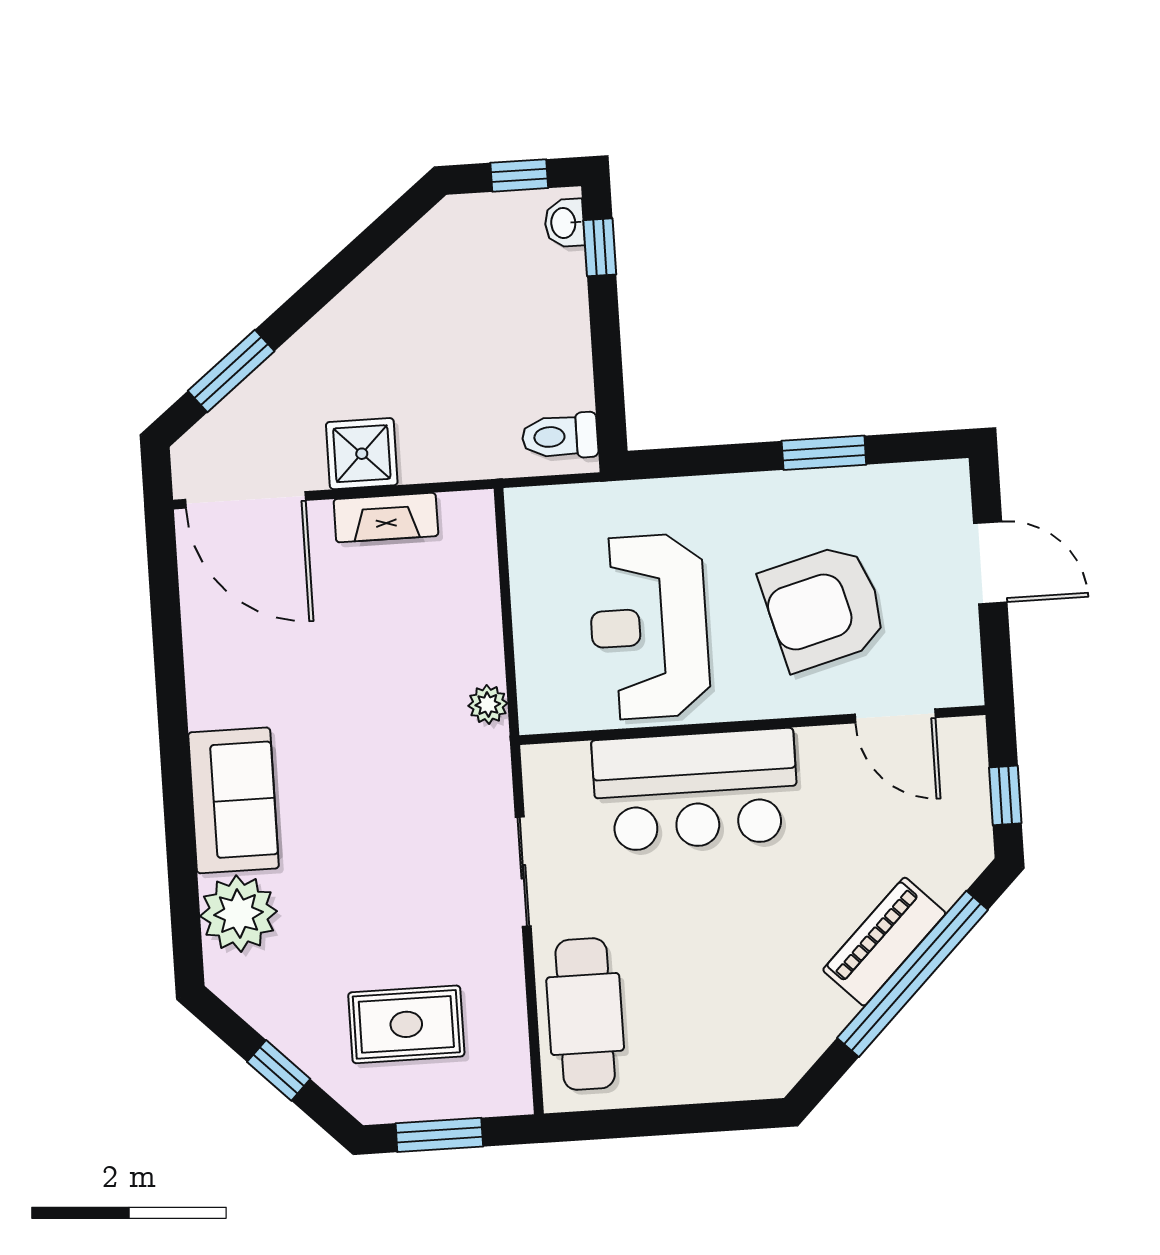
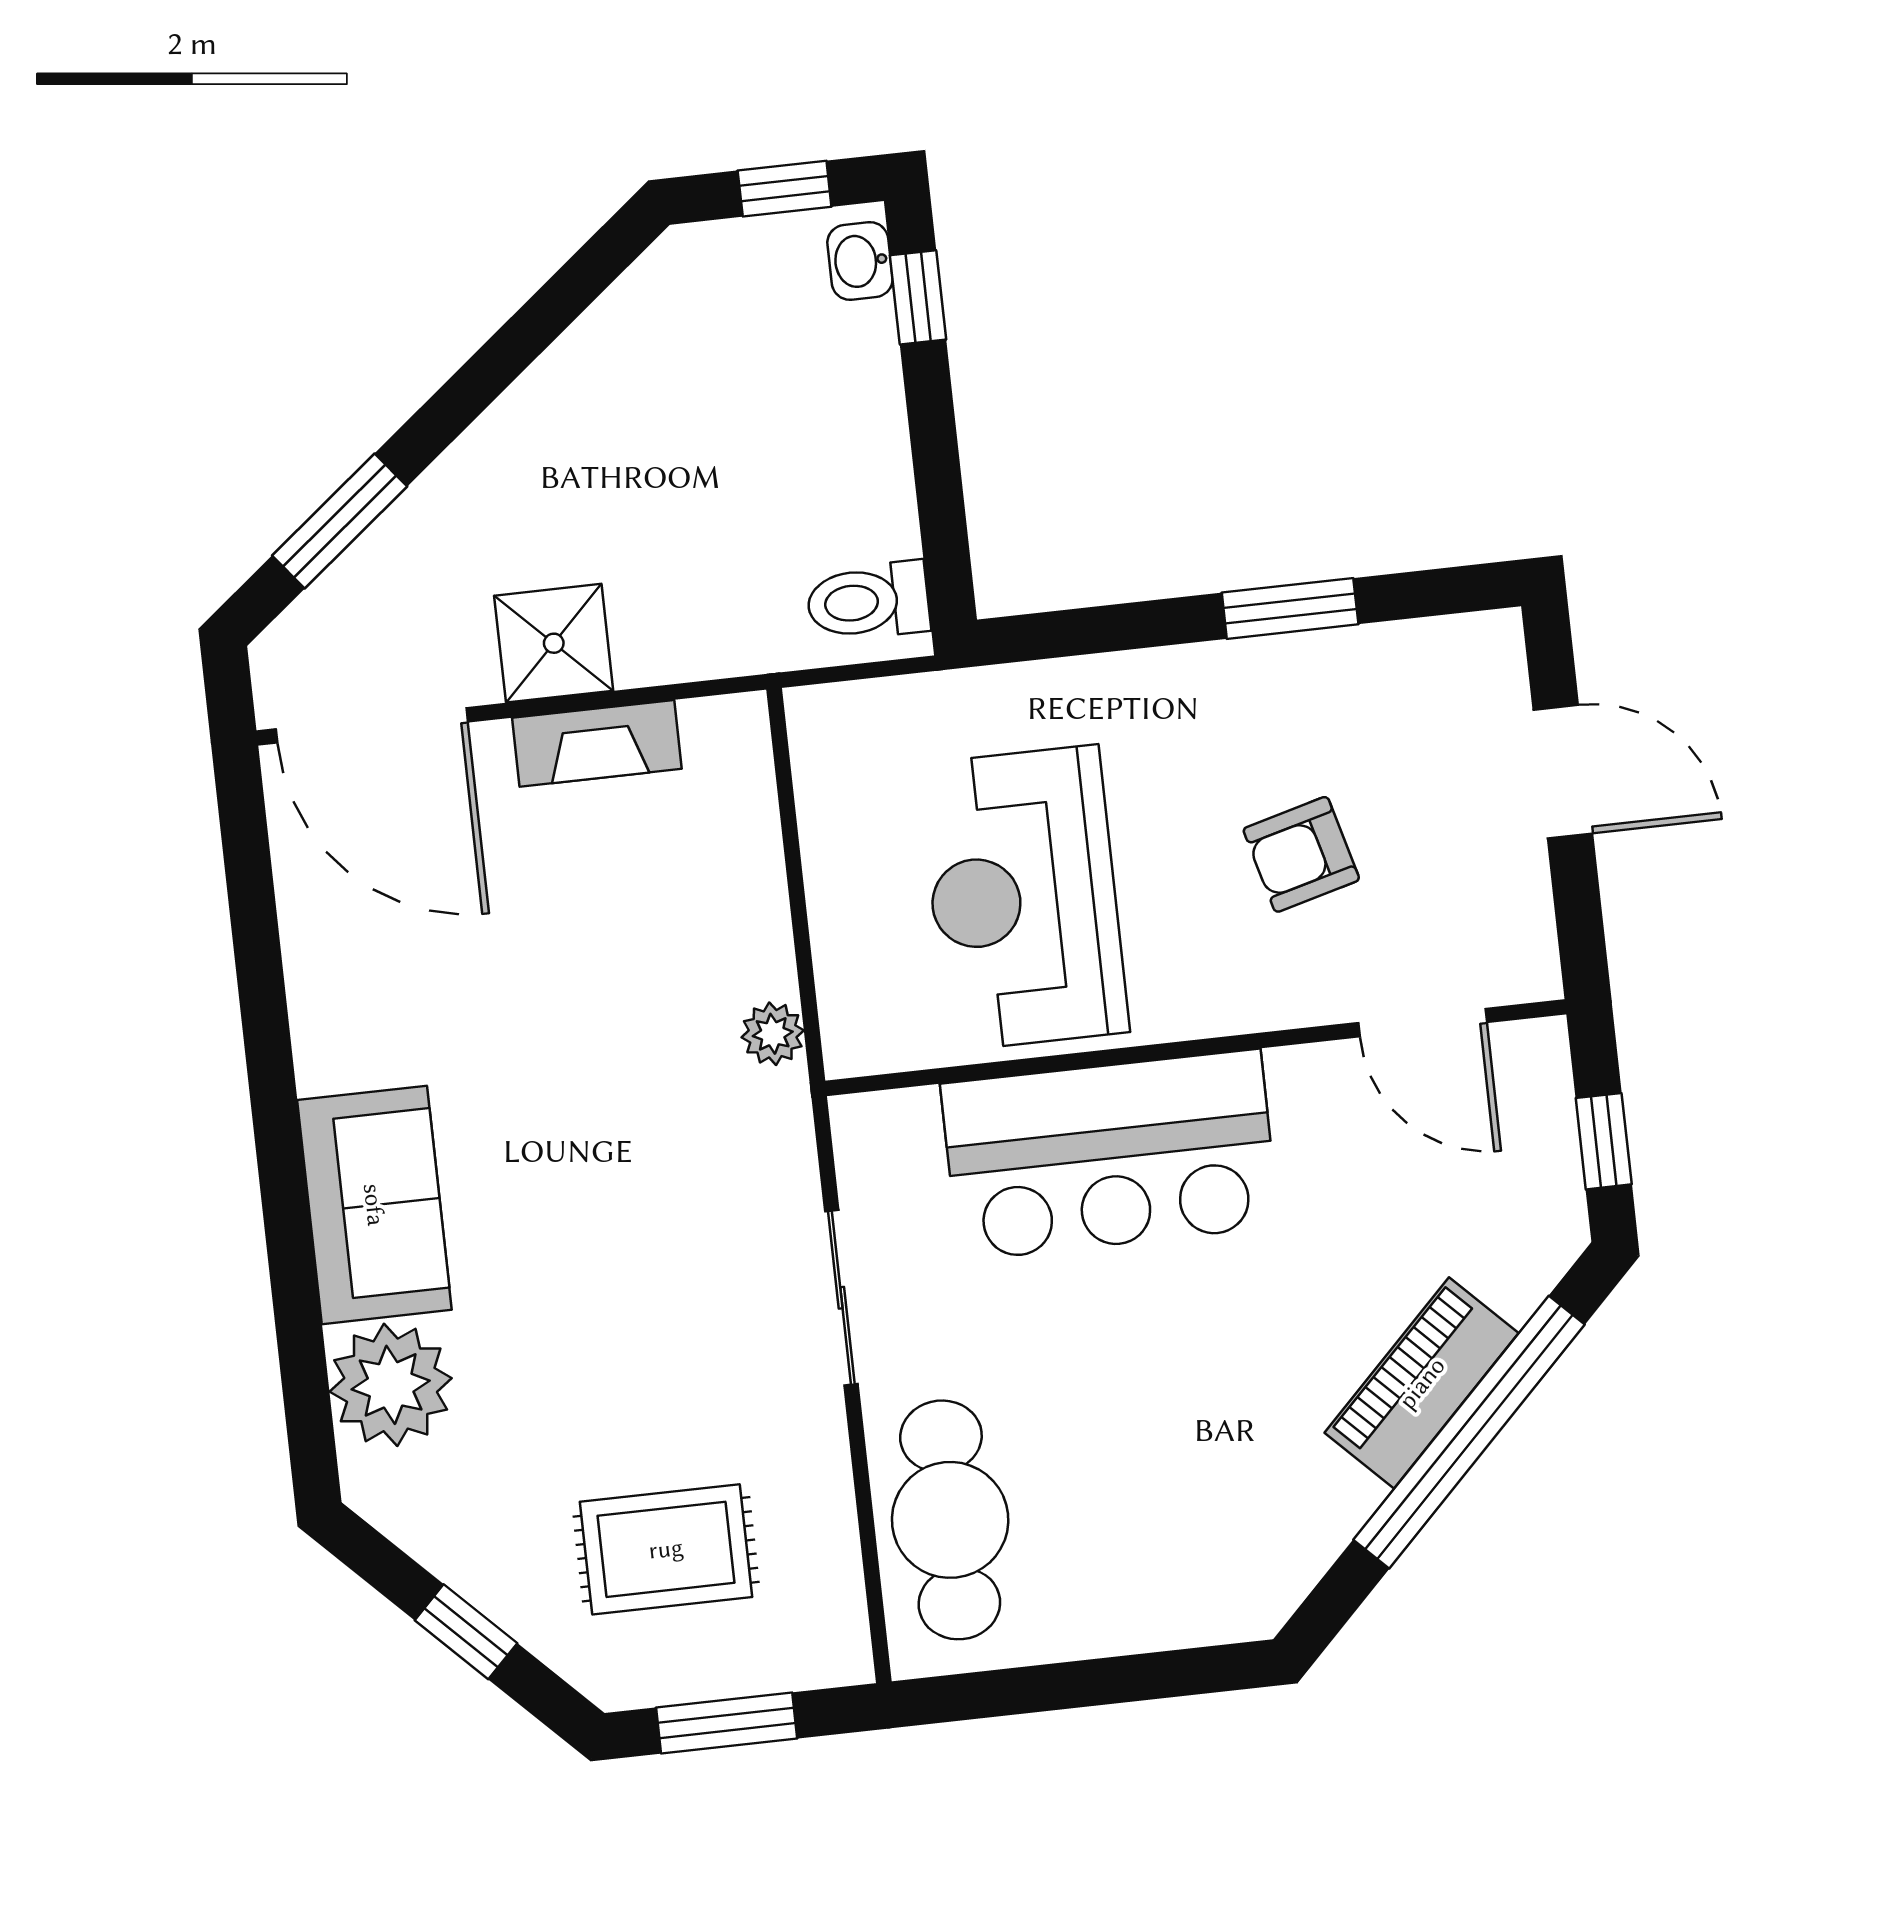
armchair: (824, 607) -> (1301, 854), width x0.53, depth x0.53

